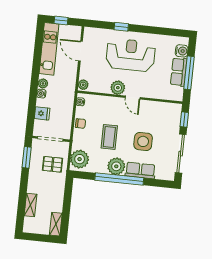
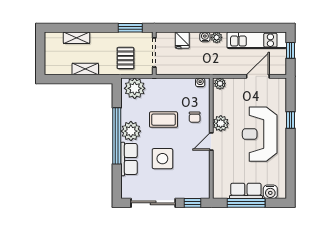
reception desk: (131, 55) -> (260, 134), turned 180
chair: (80, 123) -> (195, 117), moved
shelving: (56, 224) -> (85, 69), moved

